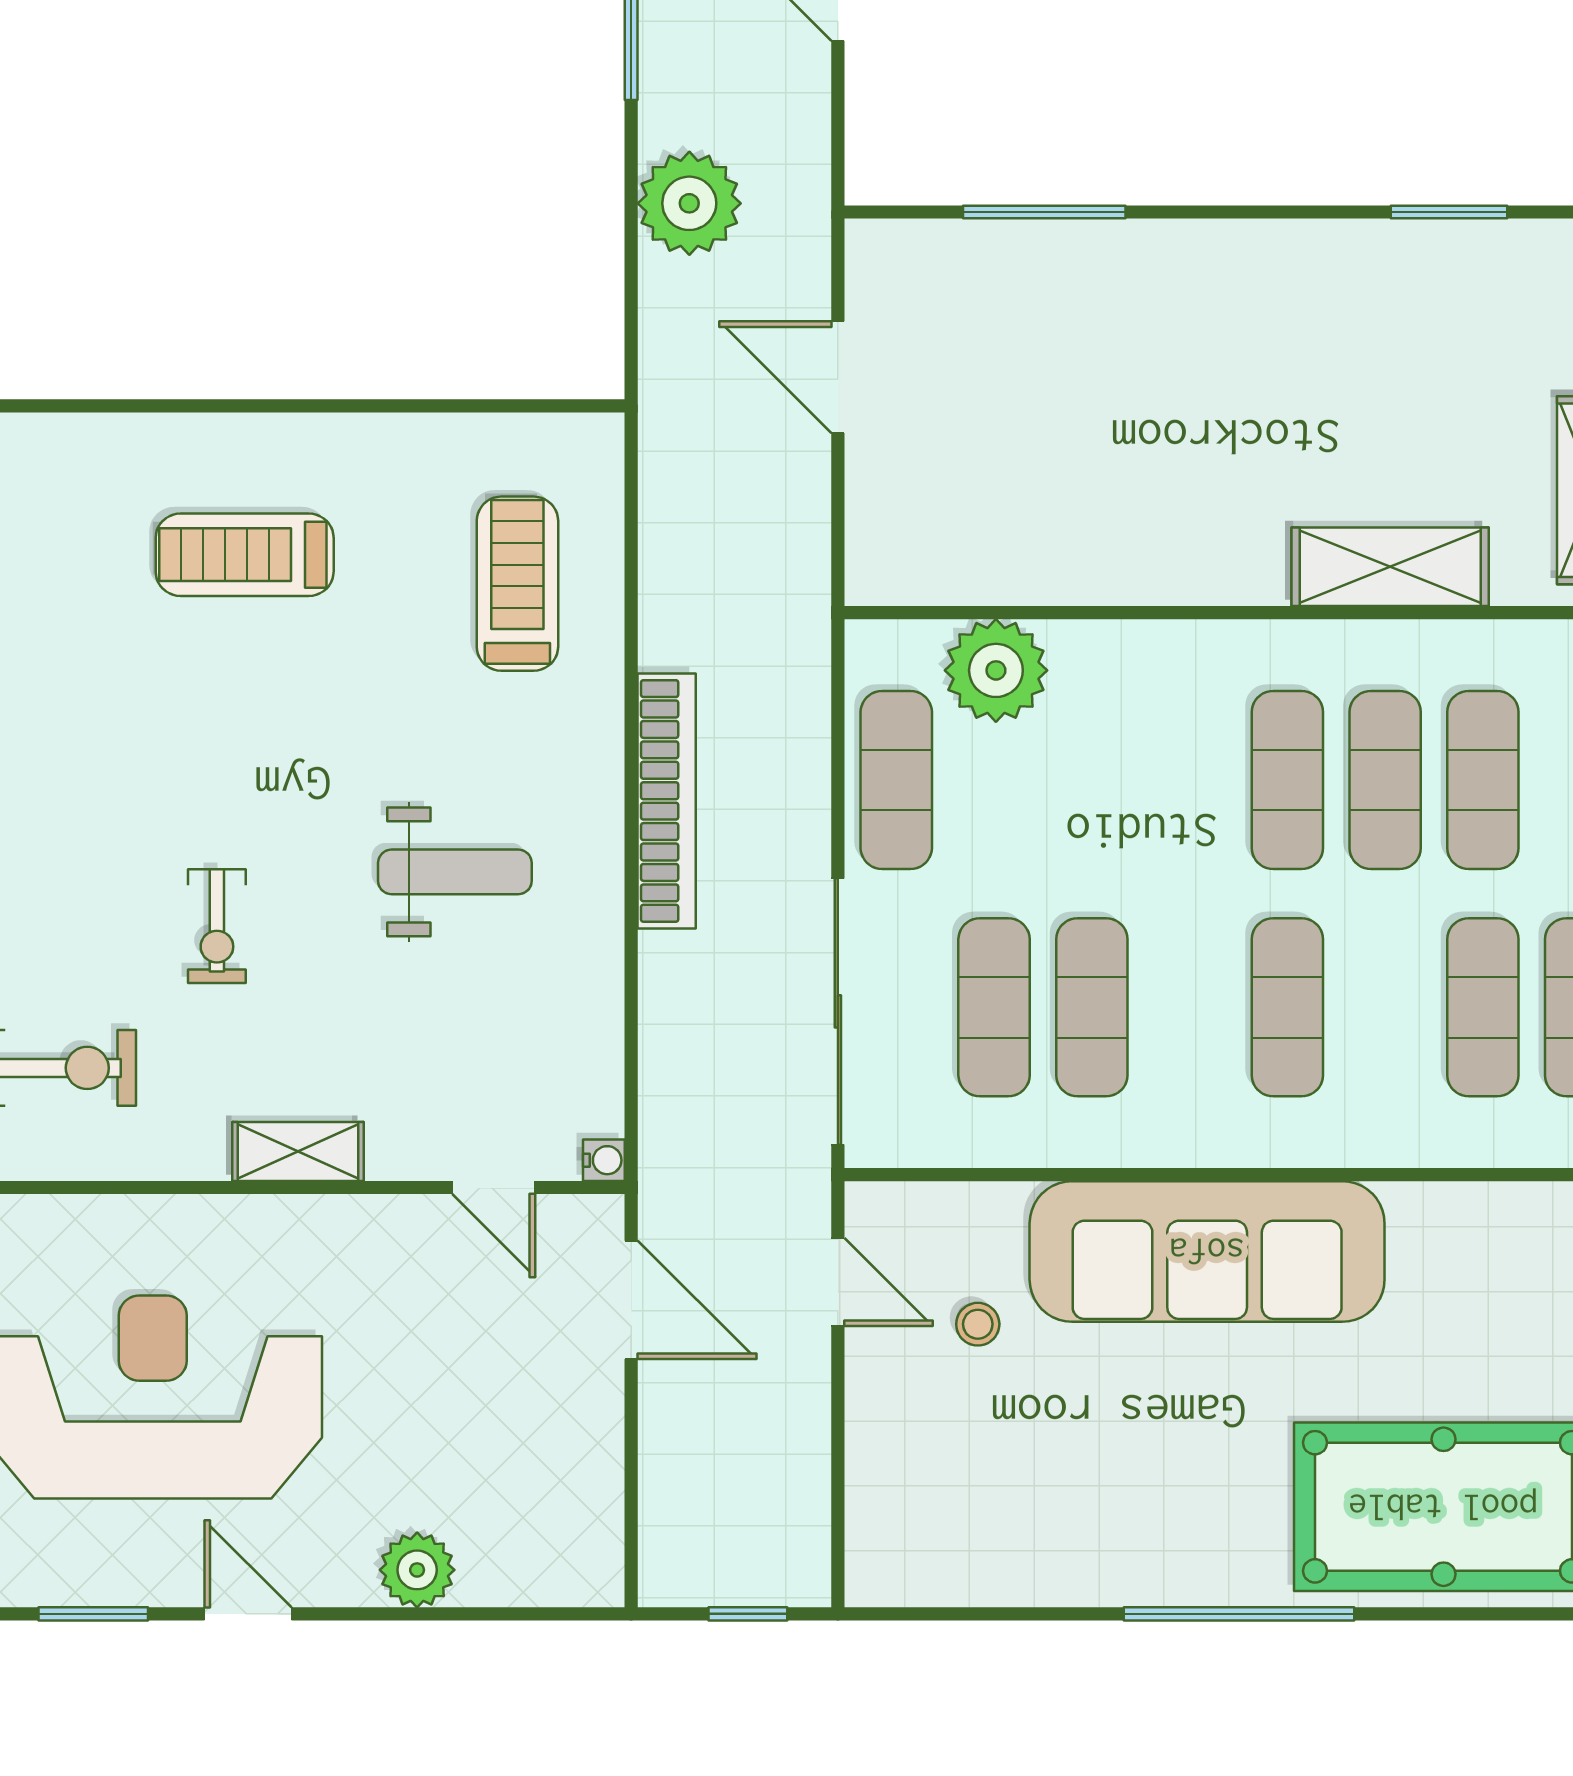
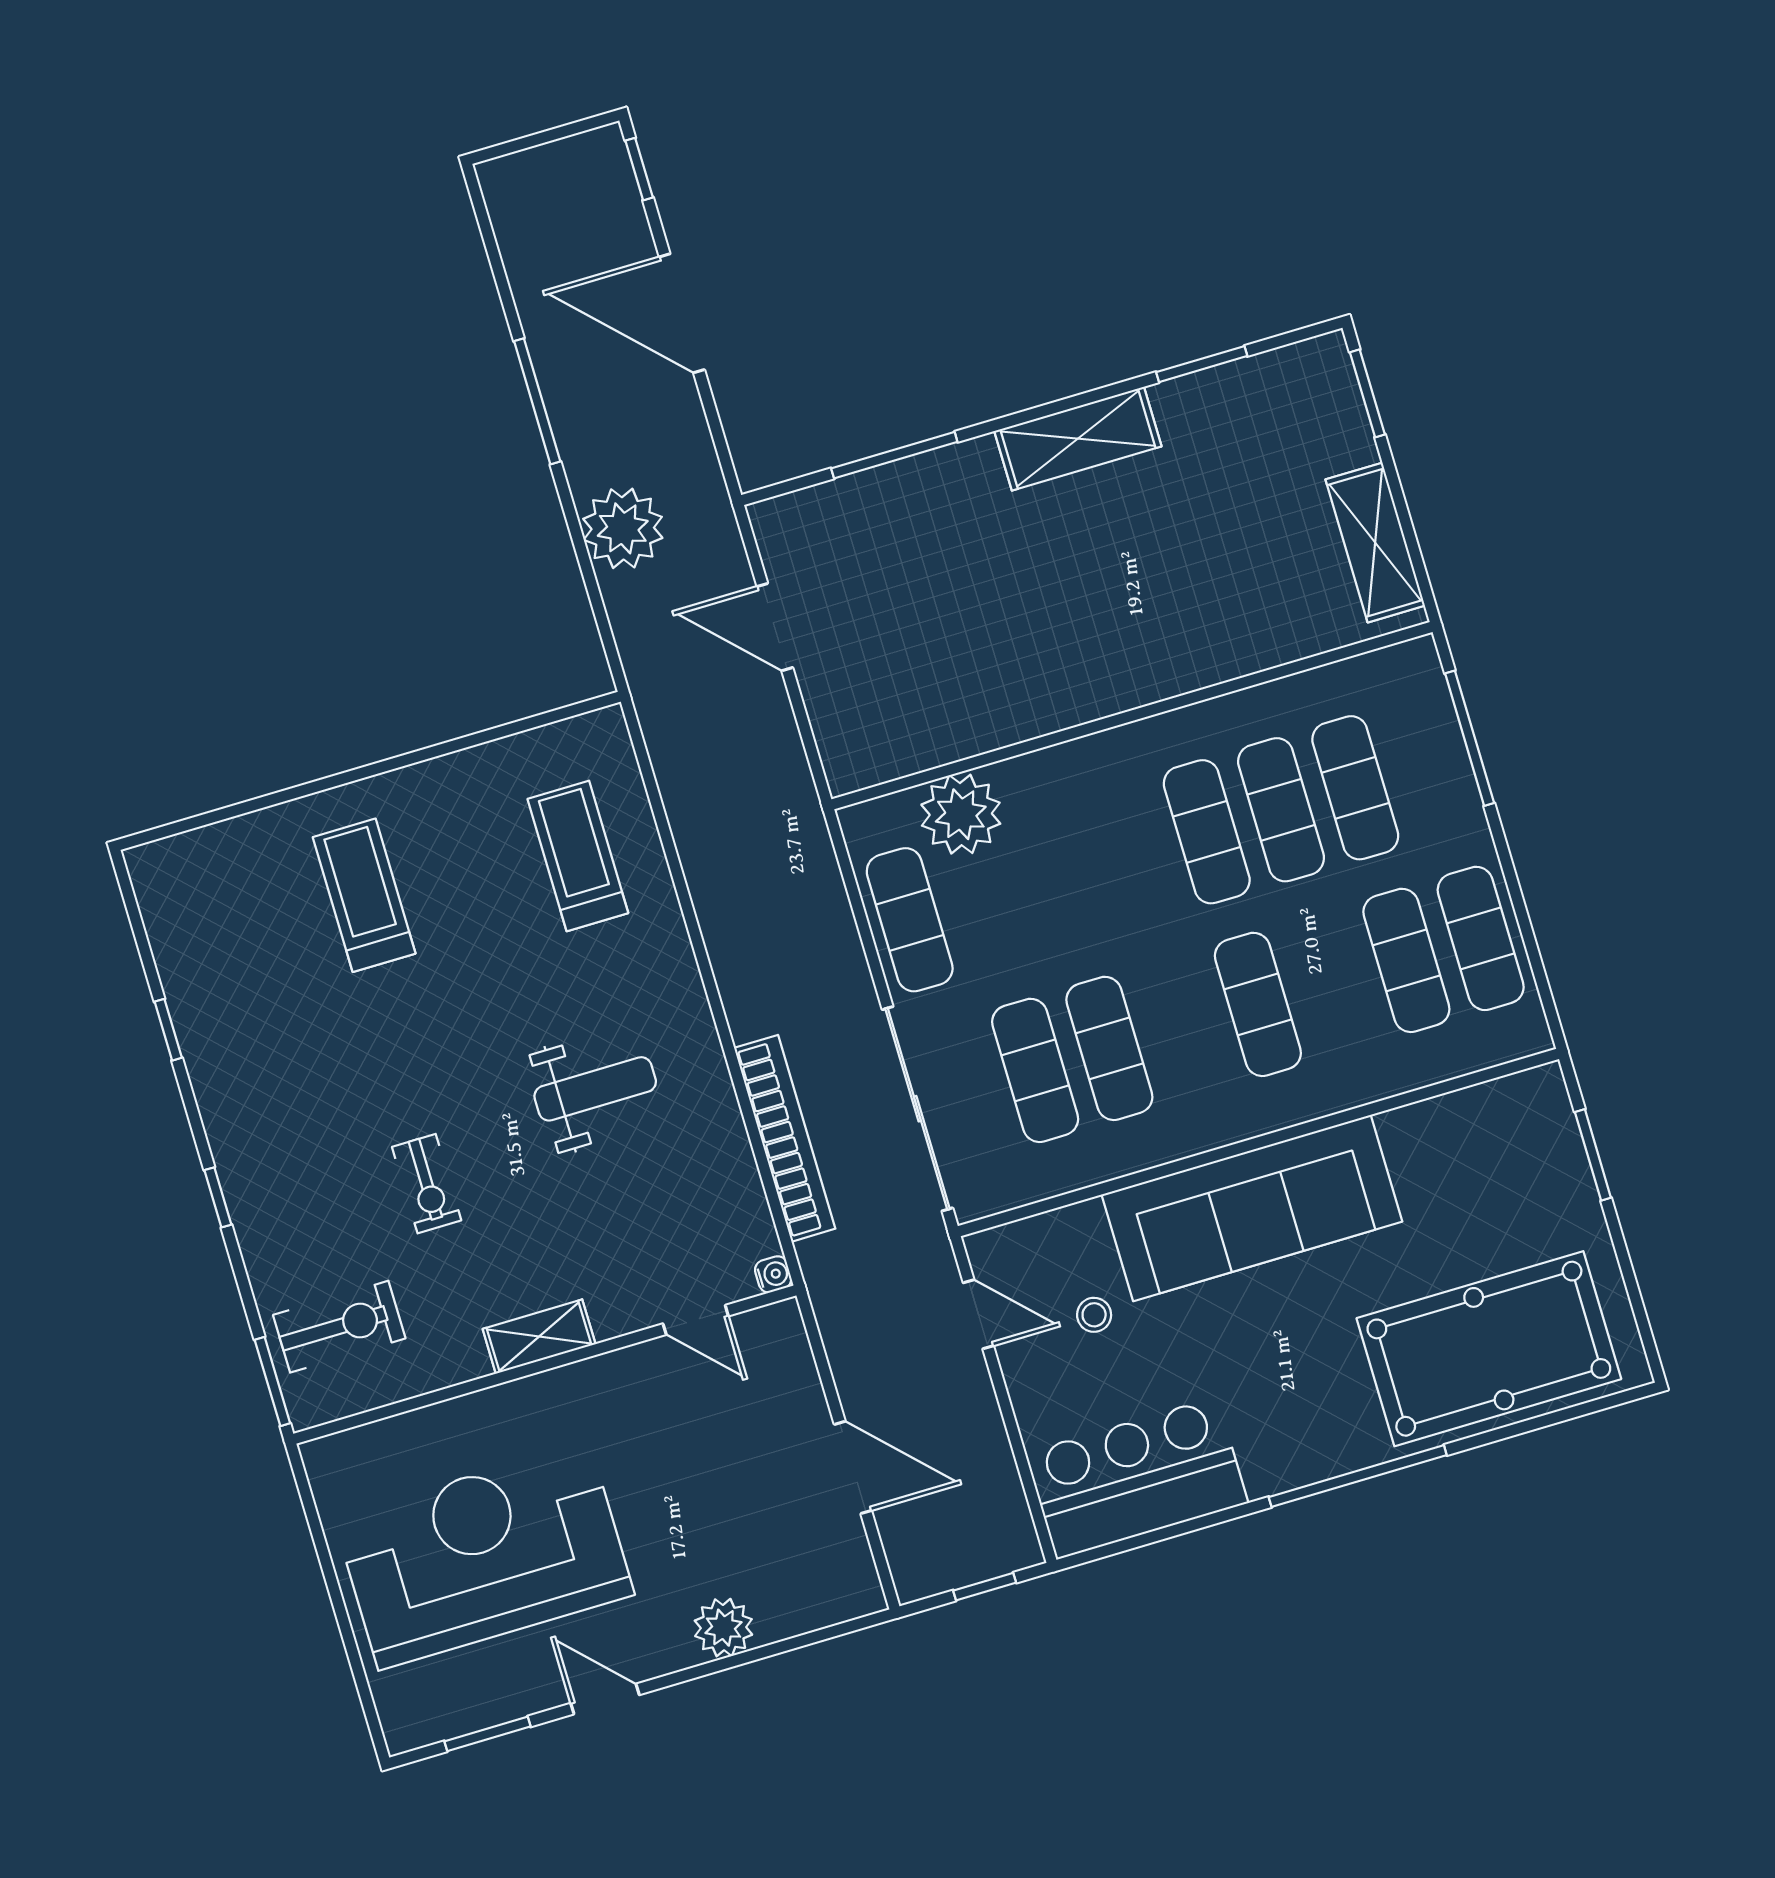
treadmill: (245, 555) -> (364, 895), turned 90
shelving: (1390, 567) -> (1078, 439), moved
bookcase: (667, 801) -> (785, 1138), moved
door: (631, 1300) -> (853, 1467), moved
bar counter: (971, 1537) -> (1137, 1478), added

